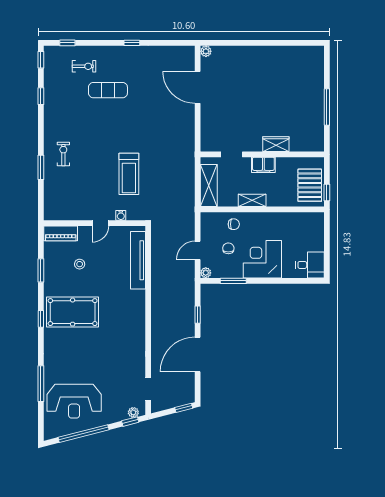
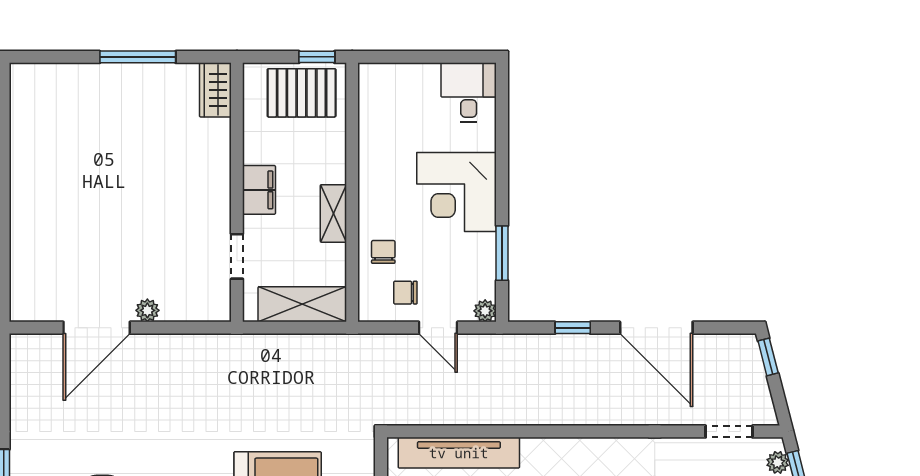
plant: (206, 51) -> (147, 310), moved
wardrobe: (276, 144) -> (215, 90), moved
chair: (228, 248) -> (405, 293), moved

